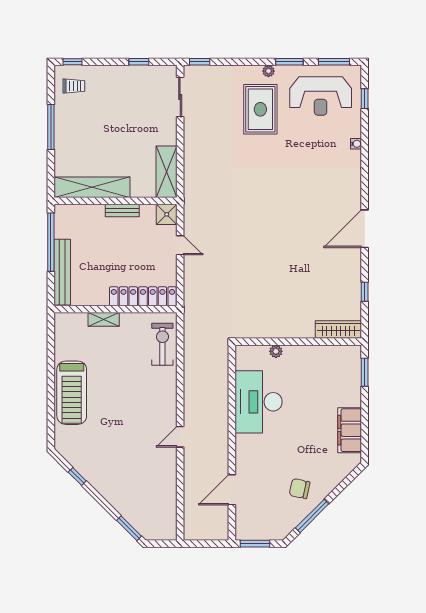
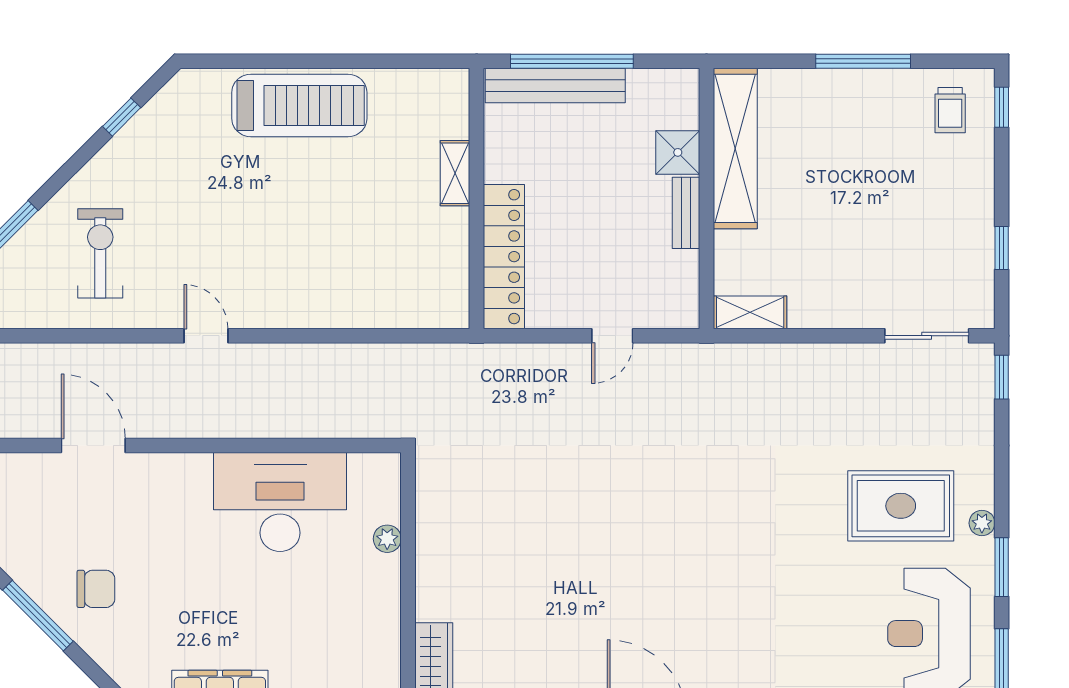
shelving: (167, 172) -> (750, 312), width x0.67, depth x0.75
shower: (167, 214) -> (678, 152), moved
window: (51, 242) -> (572, 61), moved
exercise bike: (162, 344) -> (100, 253), moved, turned -90
treadmill: (72, 393) -> (299, 105), turned 180
chair: (300, 489) -> (96, 589), turned 78

